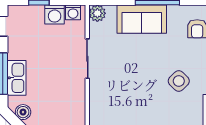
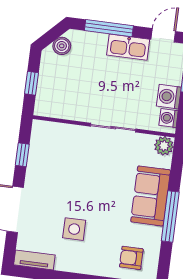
kitchen sink: (17, 78) -> (128, 47), moved
side table: (179, 81) -> (74, 229), turned 45

